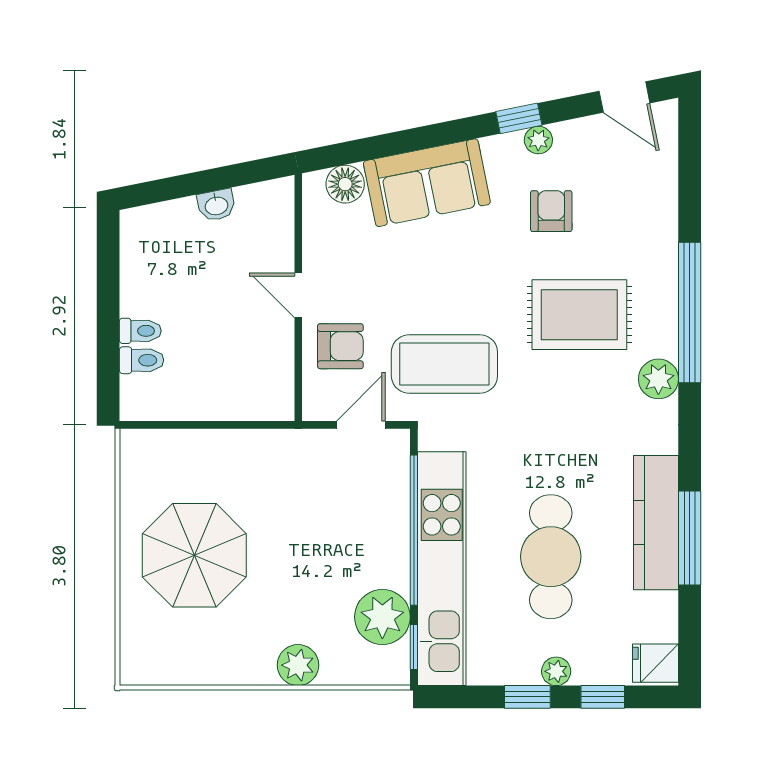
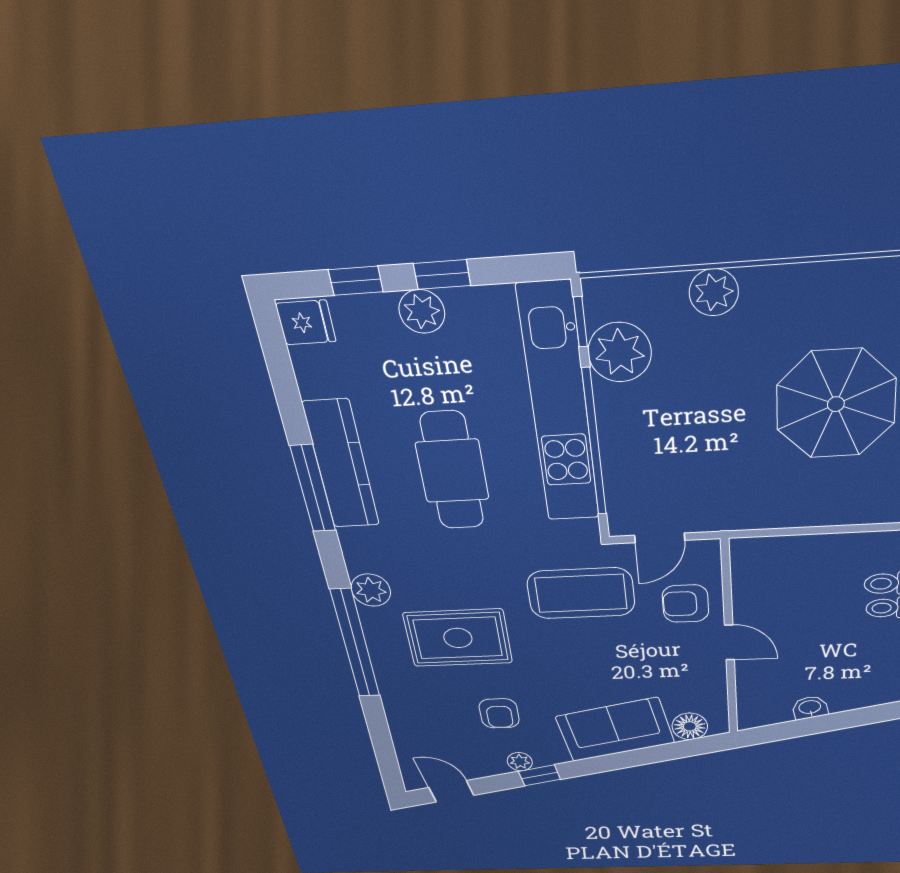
window: (690, 538) -> (313, 489), moved
cafe table: (551, 557) -> (452, 471), moved
plant: (556, 671) -> (422, 311), width x1.38, depth x1.38

